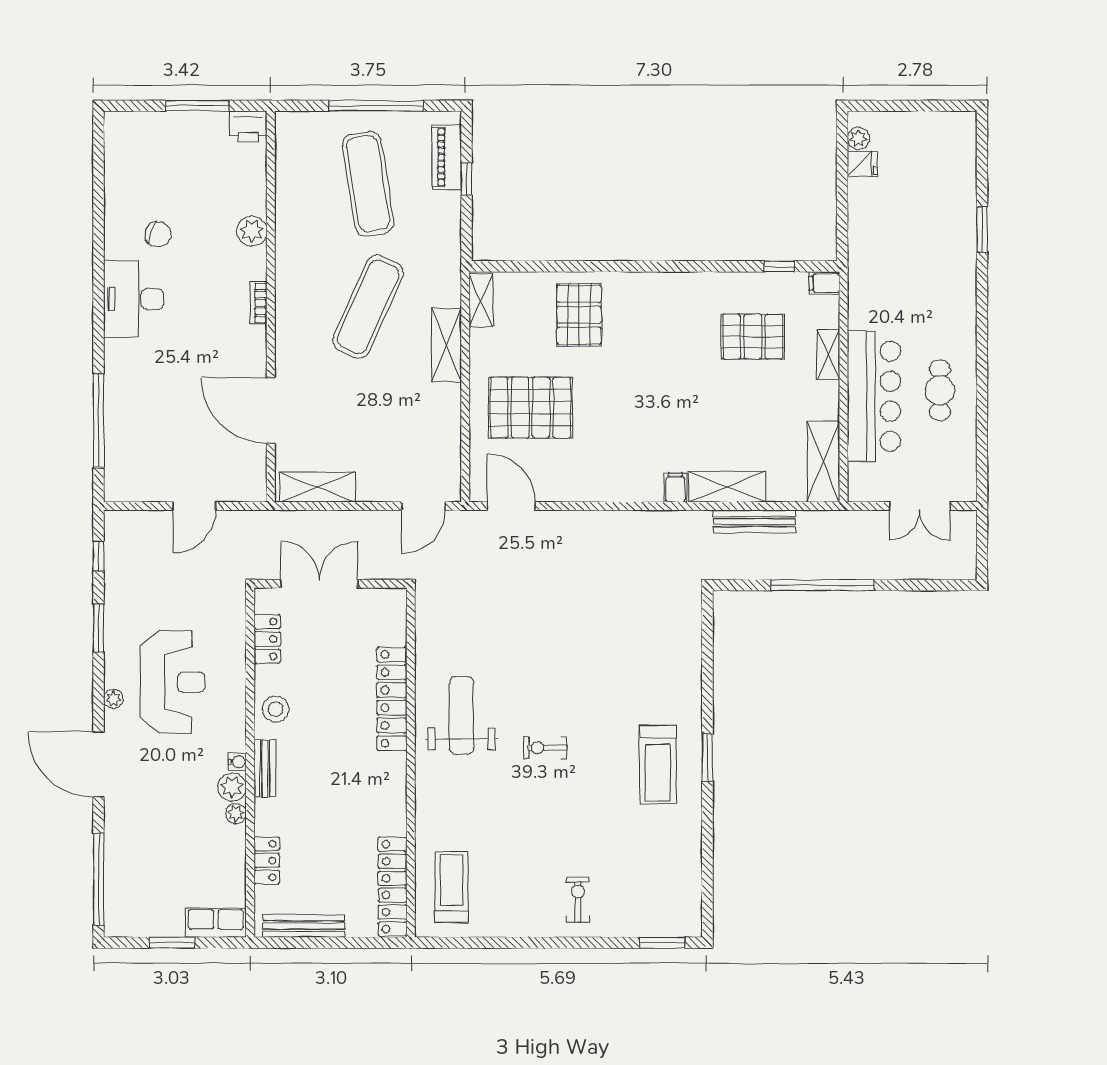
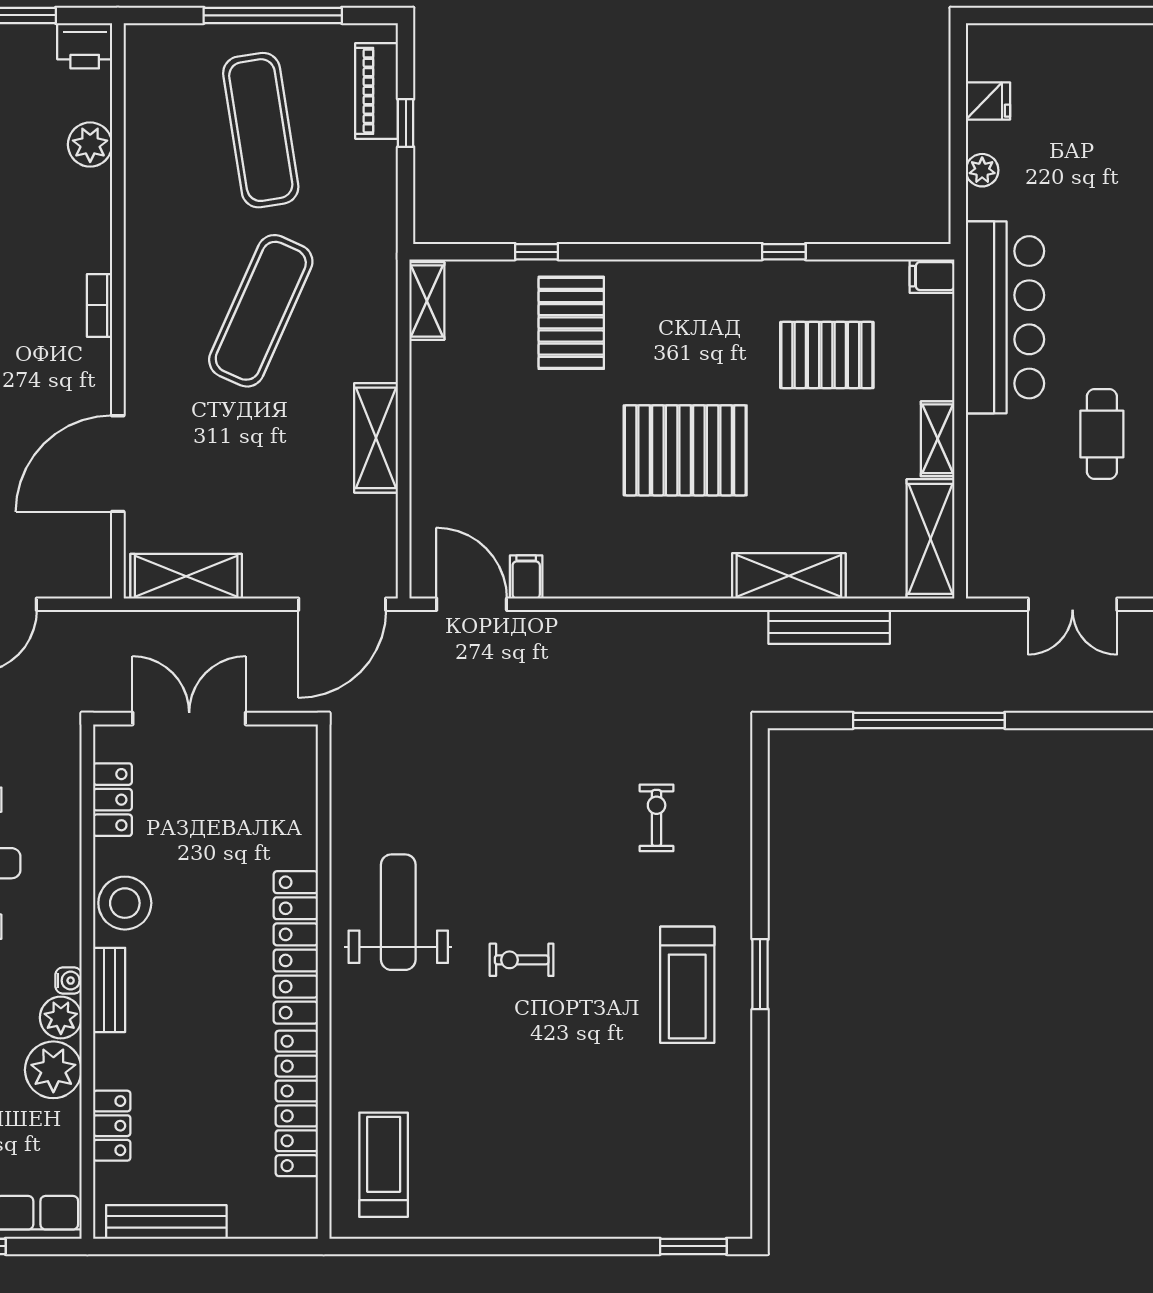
plant: (858, 138) -> (982, 170), moved
plant: (252, 231) -> (90, 145), moved
window: (555, 266) -> (536, 252), added
window: (779, 266) -> (784, 252), moved
shelving: (446, 345) -> (376, 438), moved
shelving: (828, 354) -> (938, 439), moved
bar counter: (874, 396) -> (1005, 317), moved
pallet: (531, 408) -> (685, 450), moved
door: (271, 410) -> (118, 464), hinge flipped
filing cabinet: (675, 488) -> (526, 577), moved
door: (423, 506) -> (342, 604), width x1.36
locker: (392, 699) -> (296, 947), moved
stool: (276, 709) -> (125, 903), width x1.38, depth x1.38
plant: (236, 814) -> (53, 1070), width x1.87, depth x1.87
locker: (393, 887) -> (297, 1103), moved
exercise bike: (578, 900) -> (657, 818), moved

